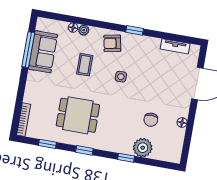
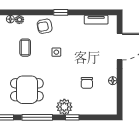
plant: (143, 148) -> (64, 107), moved
window: (84, 150) -> (37, 117), width x2.17

